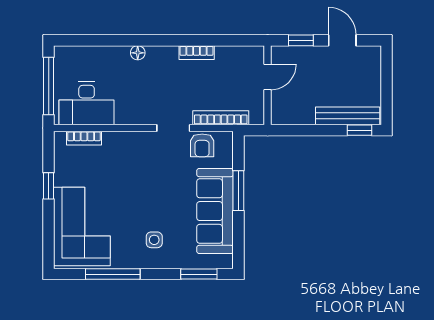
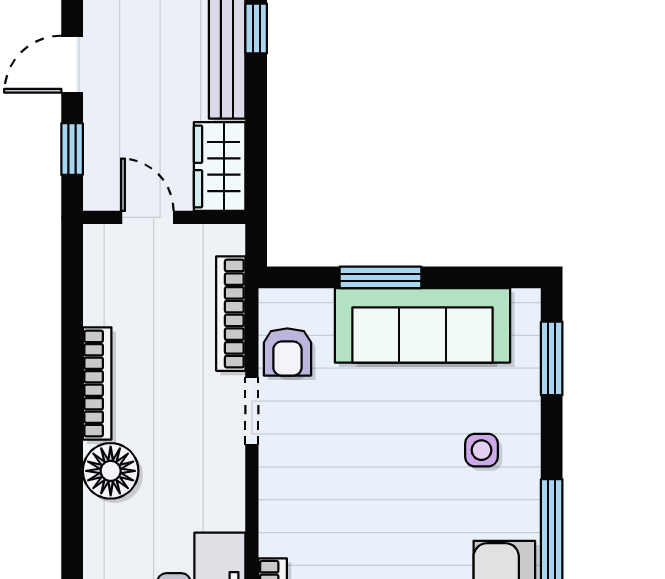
floor lamp: (138, 53) -> (111, 471), width x1.89, depth x1.89
bookcase: (197, 53) -> (97, 383), width x1.56
wardrobe: (292, 112) -> (220, 166), added
armchair: (202, 145) -> (287, 352), turned 90

